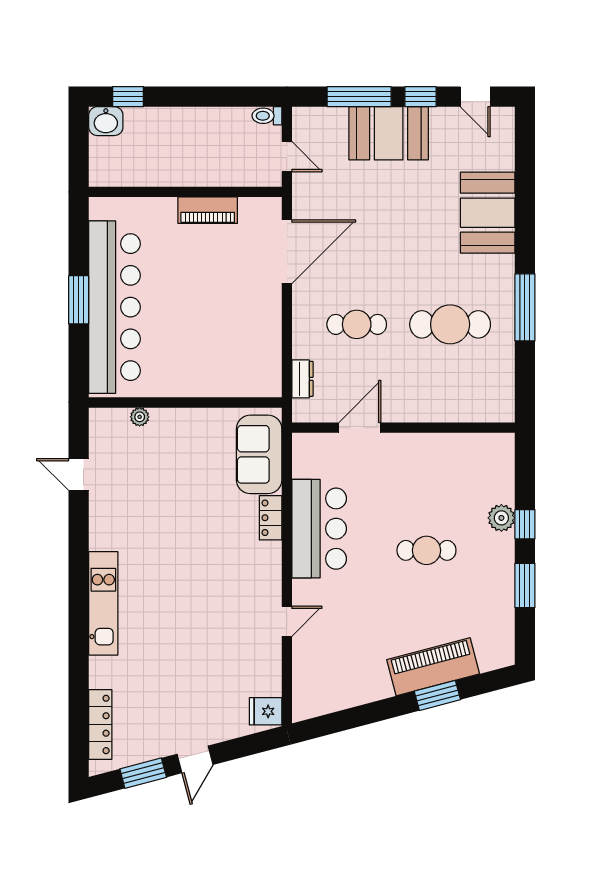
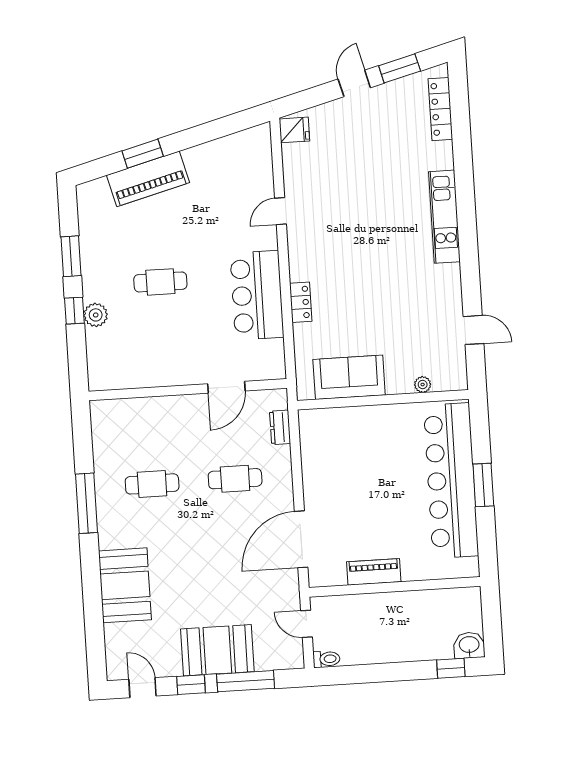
cafe table: (450, 324) -> (152, 484), width x0.73, depth x0.74
sofa: (259, 454) -> (349, 377), moved, turned -90

